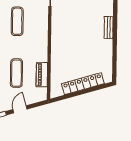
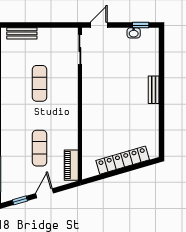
piano: (42, 75) -> (71, 165), moved

